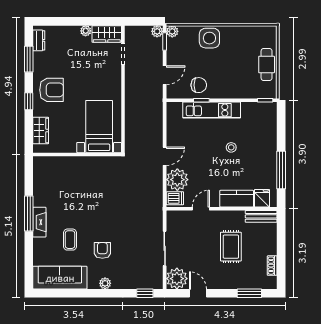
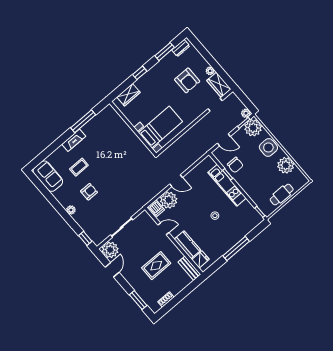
plant: (172, 31) -> (253, 128), width x1.88, depth x1.88
plant: (241, 36) -> (286, 165), added
armchair: (51, 90) -> (187, 80), moved
window: (281, 170) -> (236, 249), moved
window: (29, 213) -> (83, 121), moved
sofa: (60, 278) -> (48, 176), width x0.73

